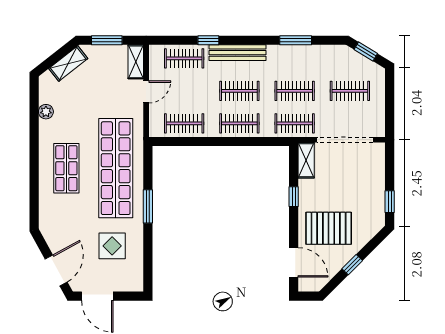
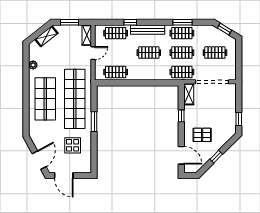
clothes rail: (239, 123) -> (182, 33), moved
shop shelf: (66, 168) -> (45, 99), width x1.43, depth x1.36
pallet: (329, 228) -> (202, 135), width x0.67, depth x0.71

